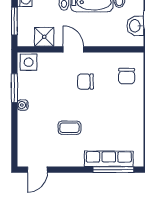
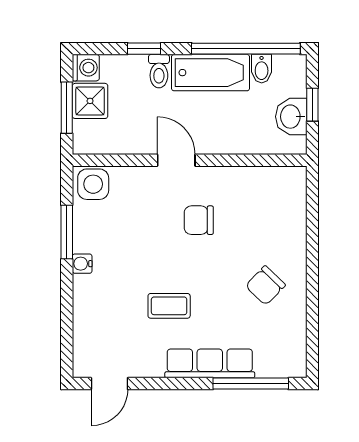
shower: (44, 37) -> (90, 101), moved
chair: (127, 76) -> (265, 285), moved, turned 44
row of seats: (109, 159) -> (210, 363), moved

